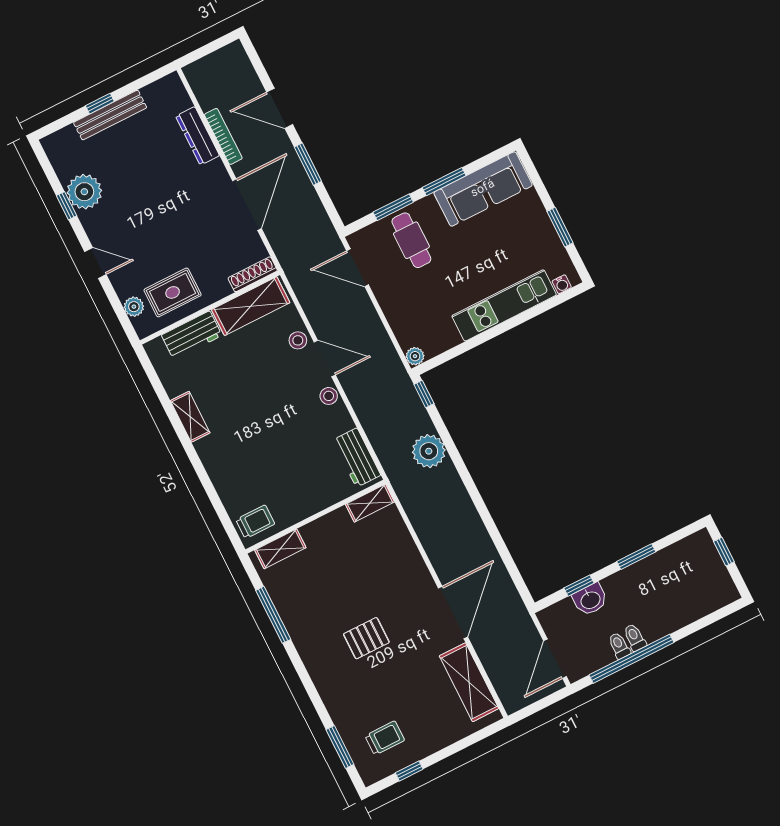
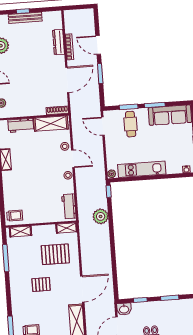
rug: (173, 292) -> (20, 104), removed
kitchen unit: (504, 305) -> (142, 169), moved
pallet: (370, 565) -> (55, 254), added
washbasin: (590, 600) -> (124, 309), moved

